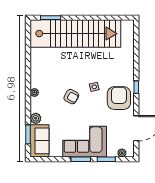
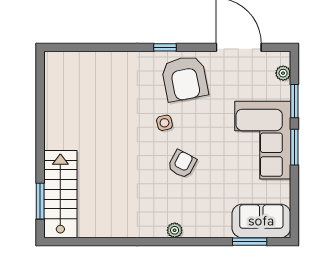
stairs: (75, 34) -> (60, 194), width x0.54, depth x0.66
armchair: (119, 98) -> (185, 78), turned -101
plant: (36, 118) -> (221, 228), removed

